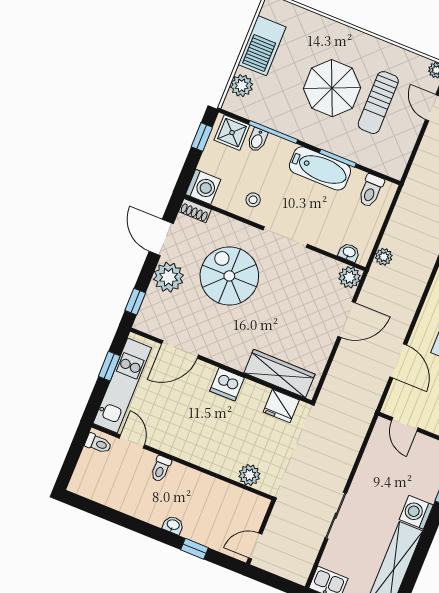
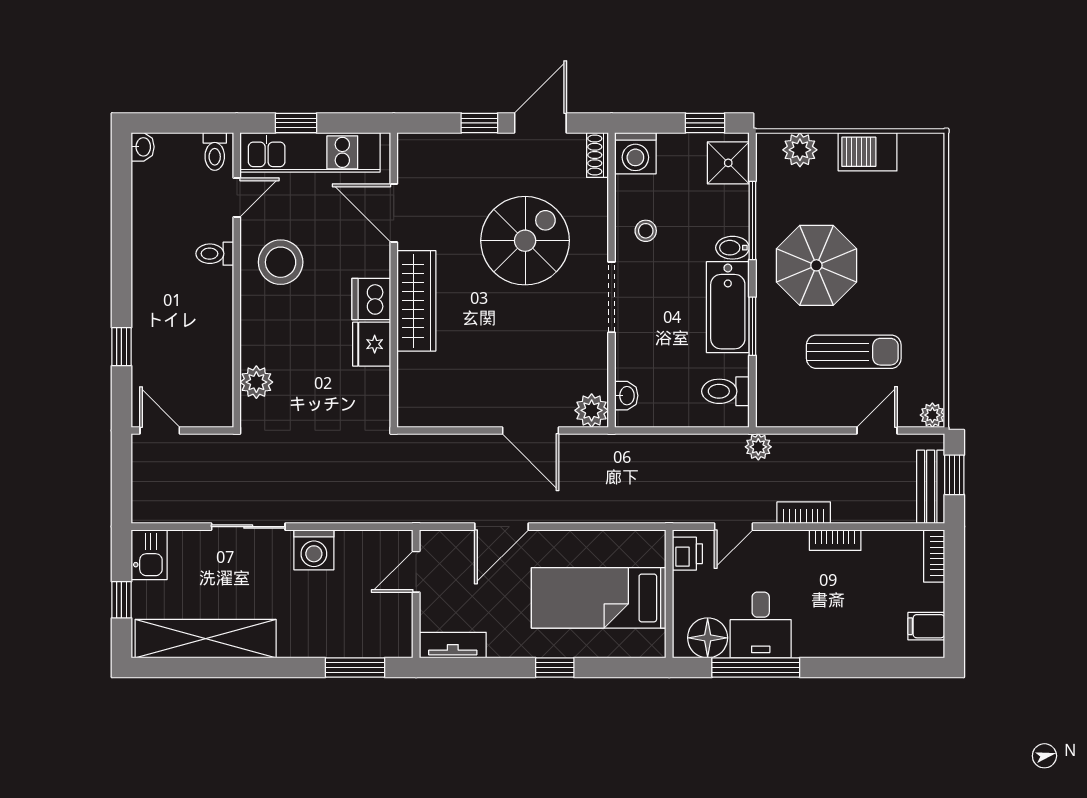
barbecue: (262, 46) -> (868, 152), width x0.73, depth x0.83
parasol: (332, 88) -> (816, 265), moved
sun lounger: (378, 103) -> (854, 352), turned 180
bidet: (257, 140) -> (732, 248), moved
plant: (384, 257) -> (758, 447), moved
plant: (169, 277) -> (489, 156), removed
window: (135, 302) -> (479, 123), moved
window: (109, 366) -> (296, 123), moved
wardrobe: (279, 373) -> (416, 301), moved
fridge: (281, 406) -> (372, 344), moved
stool: (182, 431) -> (281, 262), added
washing machine: (416, 512) -> (314, 550), moved, turned 180
washbasin: (173, 525) -> (143, 147), moved

